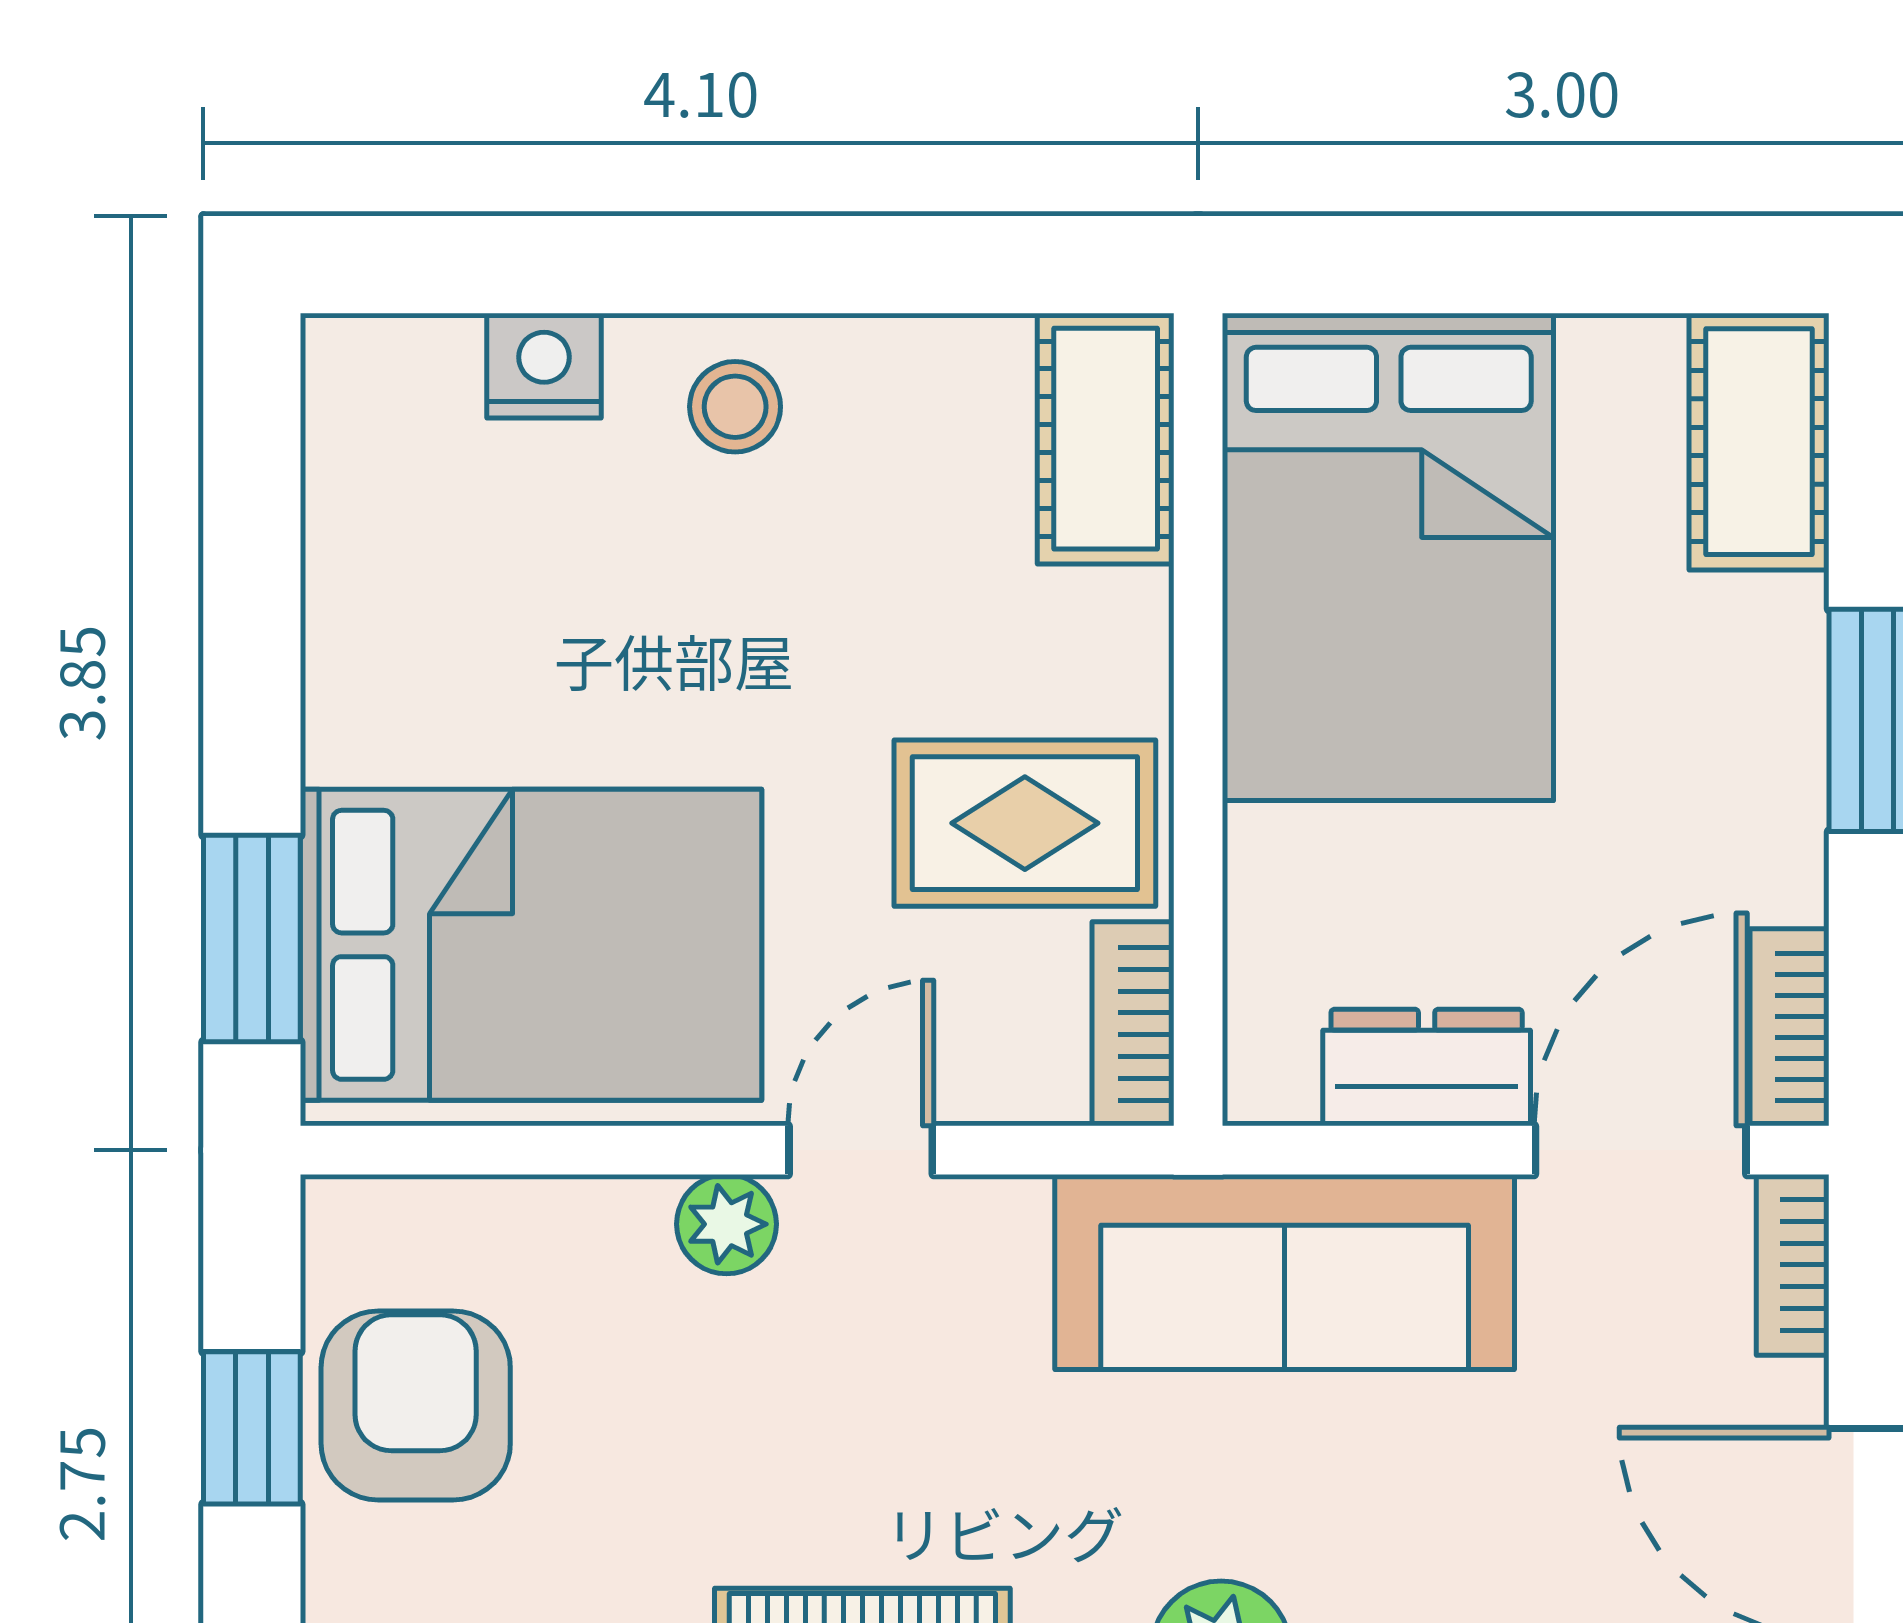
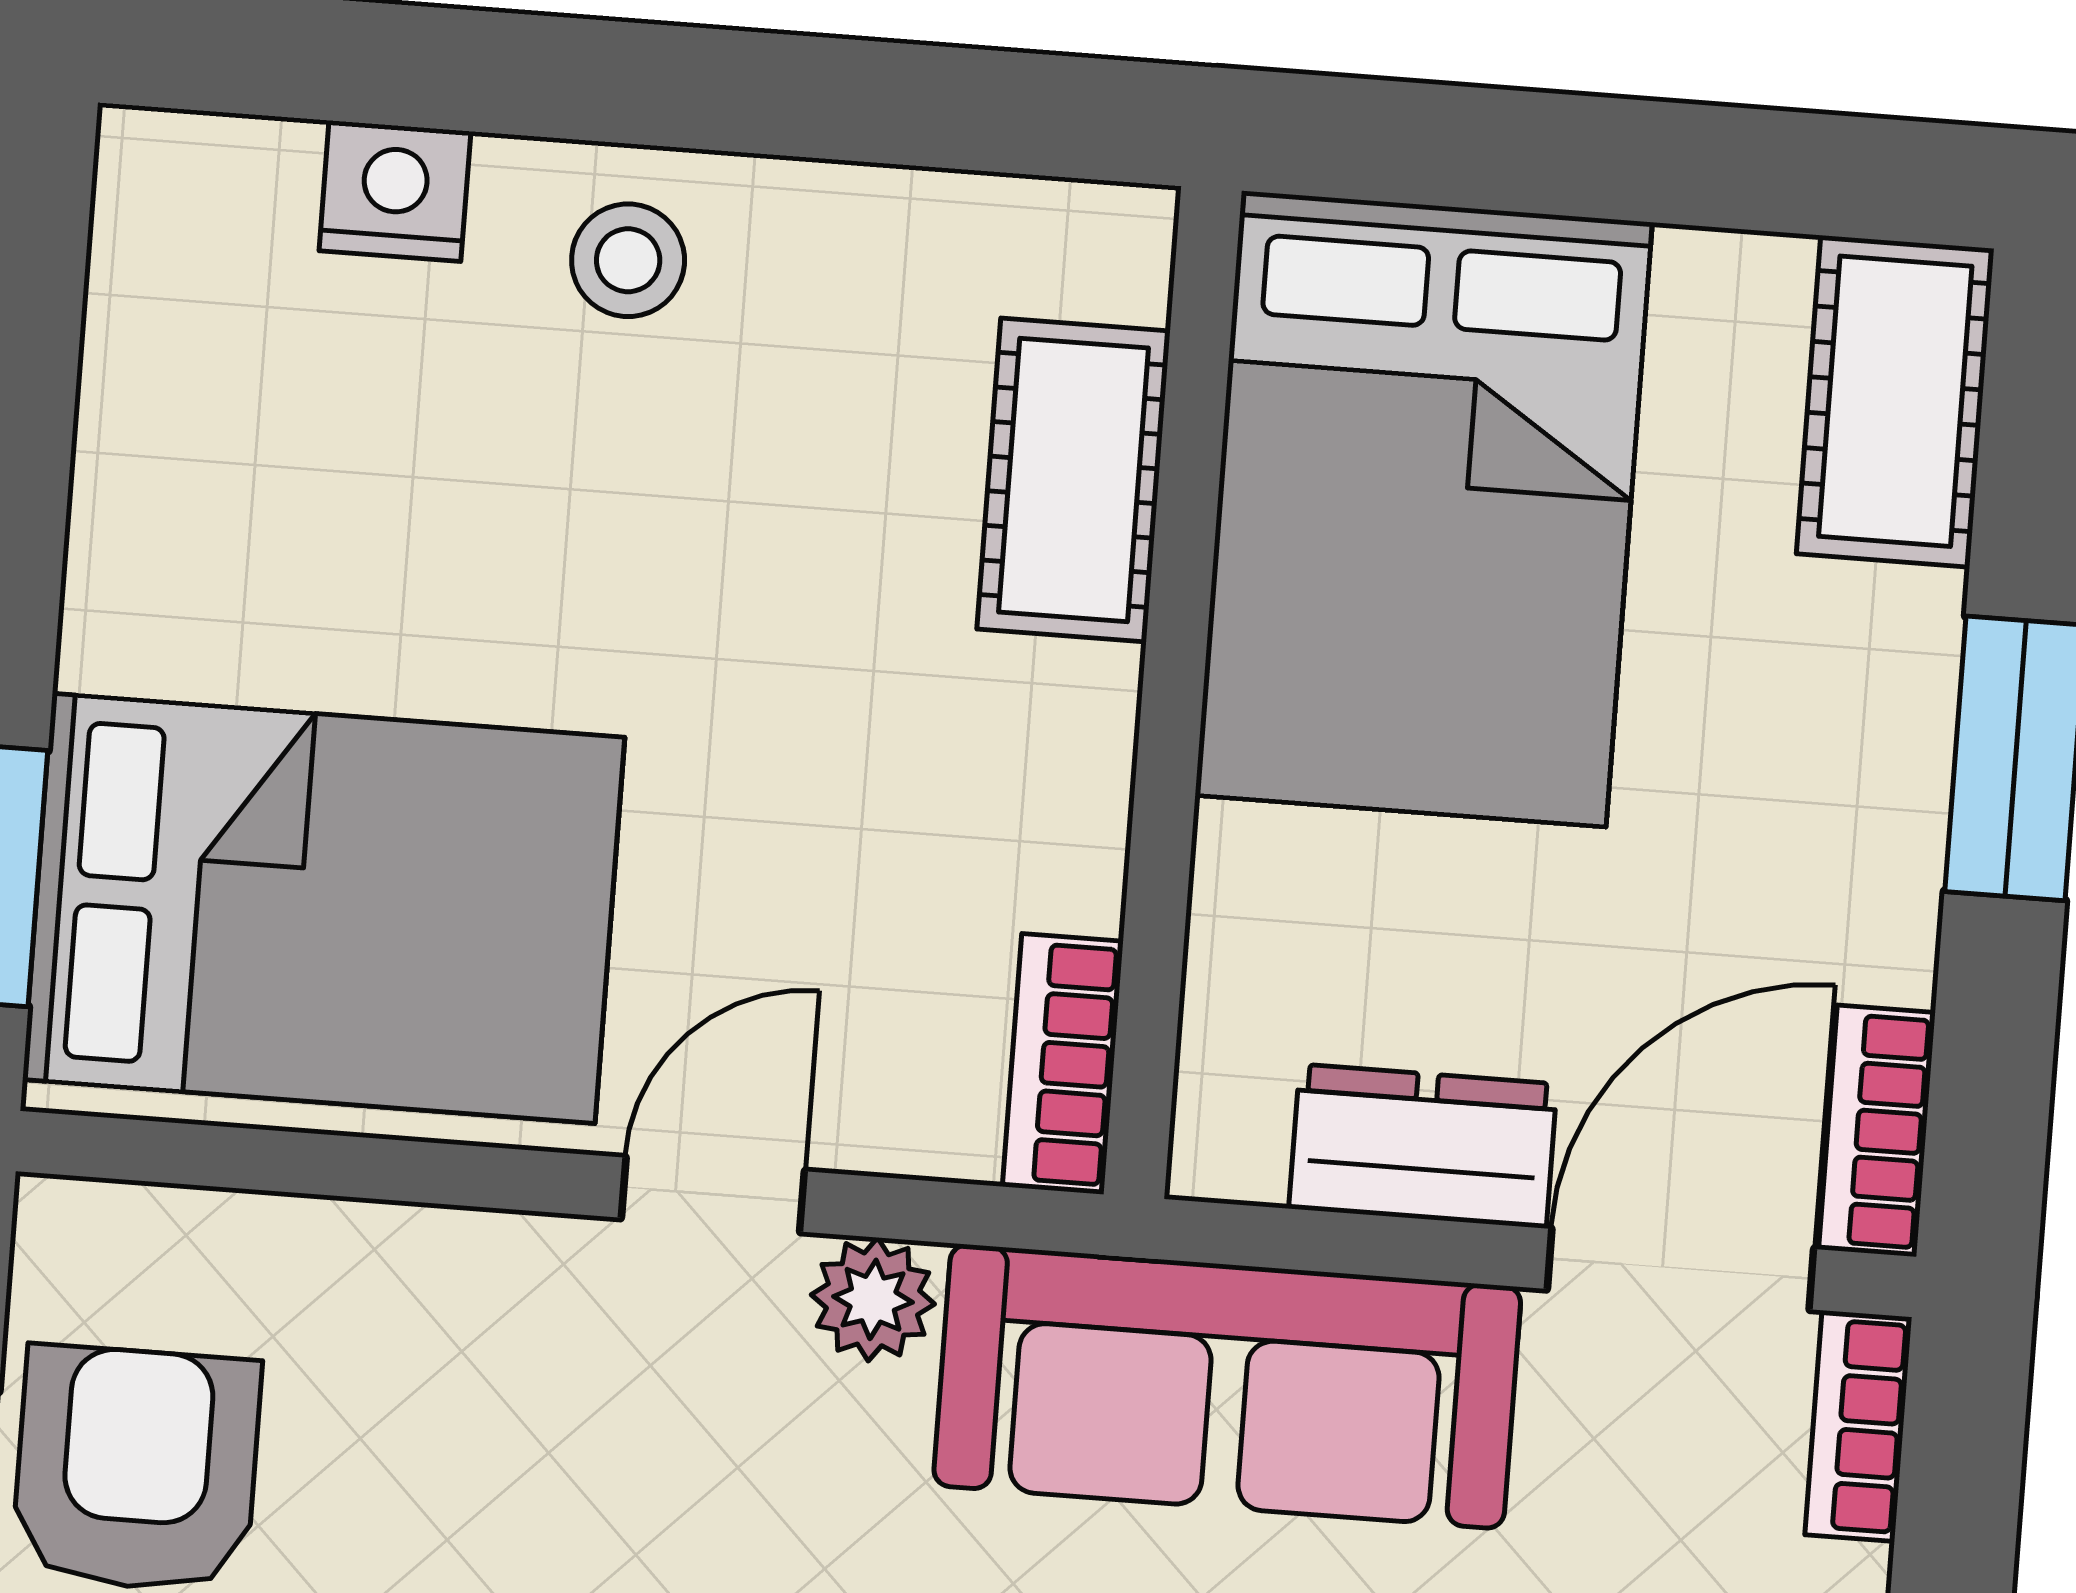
cot: (1106, 439) -> (1074, 480), moved
rug: (1025, 823) -> (948, 805), removed
plant: (727, 1224) -> (873, 1299), moved

